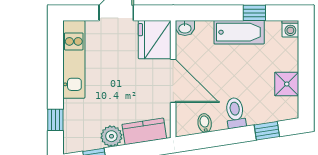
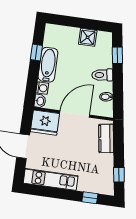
washing machine: (290, 29) -> (42, 88), moved
plant: (111, 136) -> (106, 161), removed

